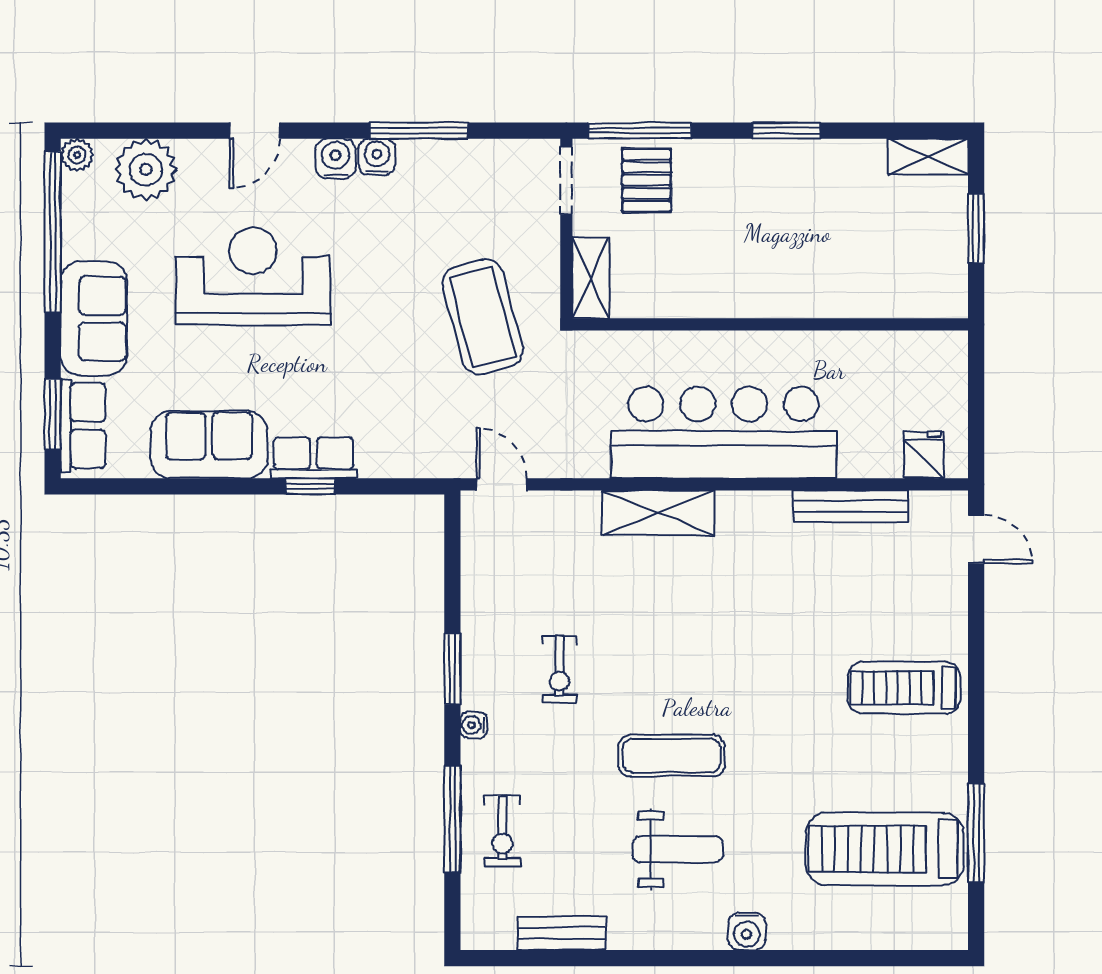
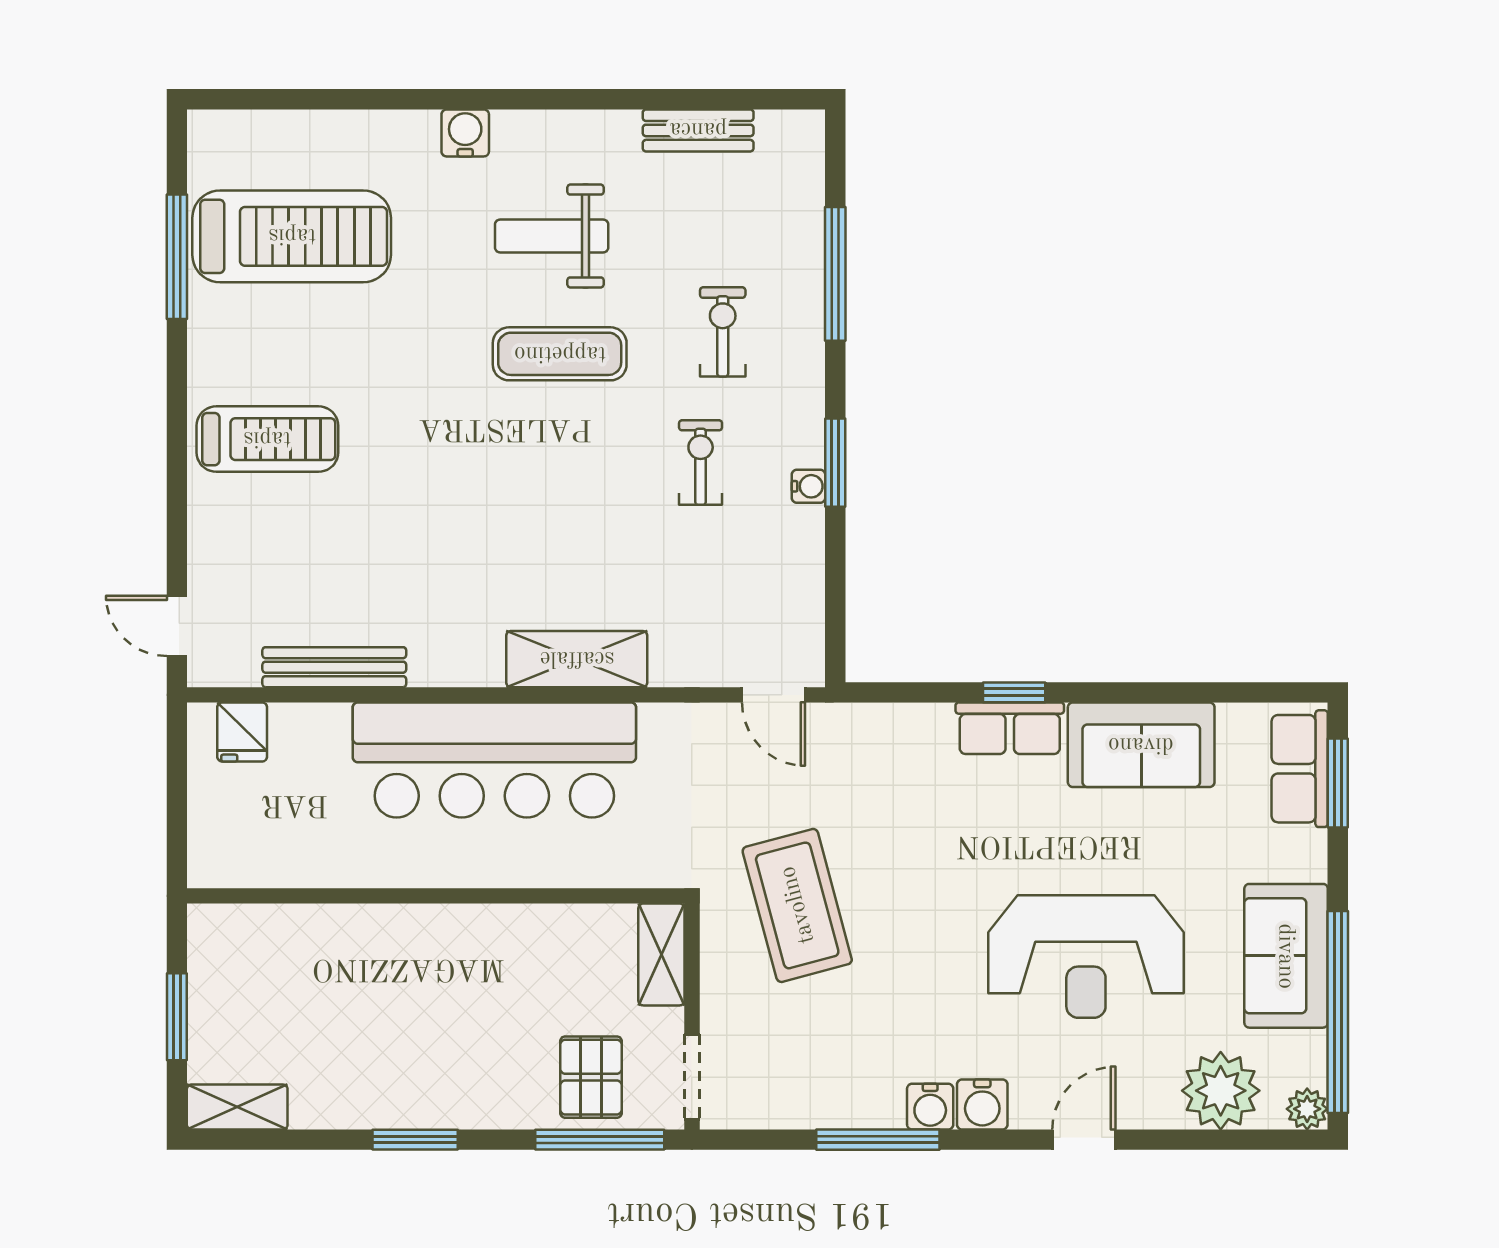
sofa: (94, 319) -> (1286, 956), moved
water cooler: (474, 725) -> (809, 486), moved
exercise bike: (502, 831) -> (723, 332), moved

